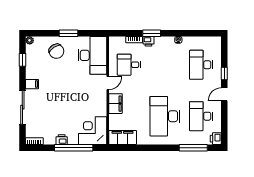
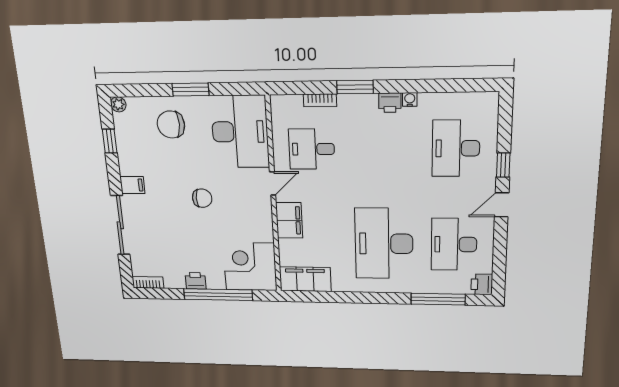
printer: (148, 41) -> (390, 103), moved
chair: (56, 51) -> (171, 124), turned 123
chair: (69, 91) -> (202, 198), added

